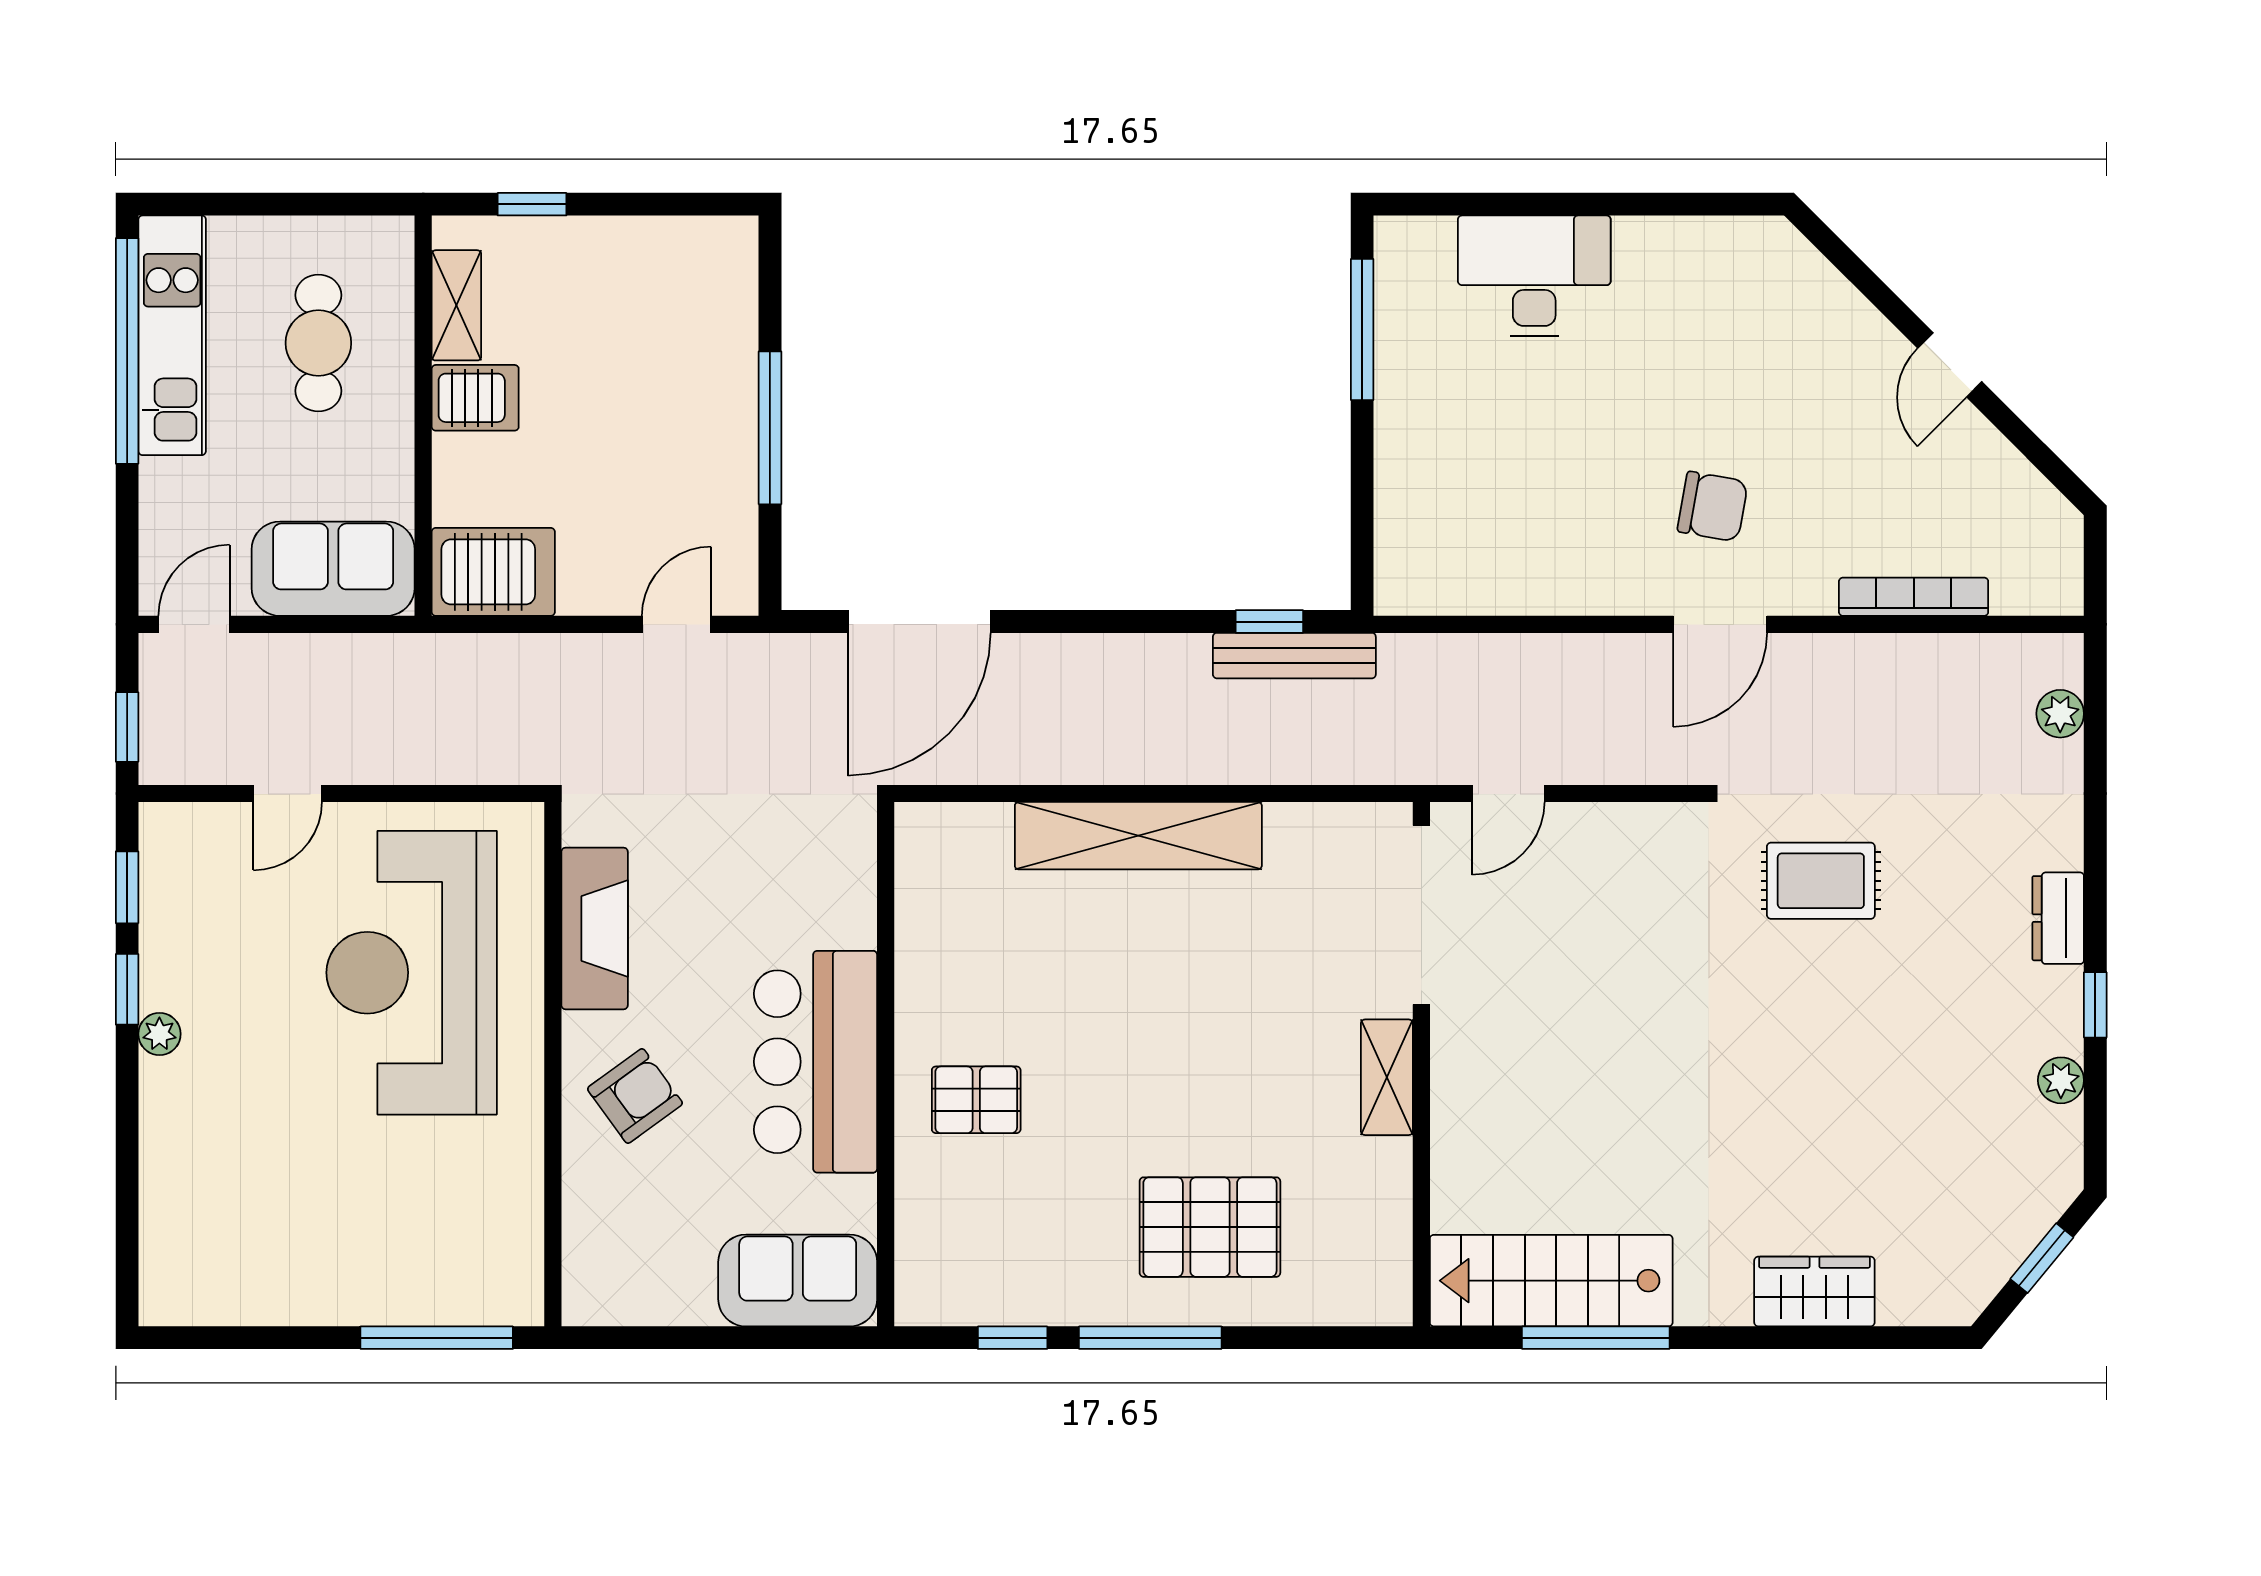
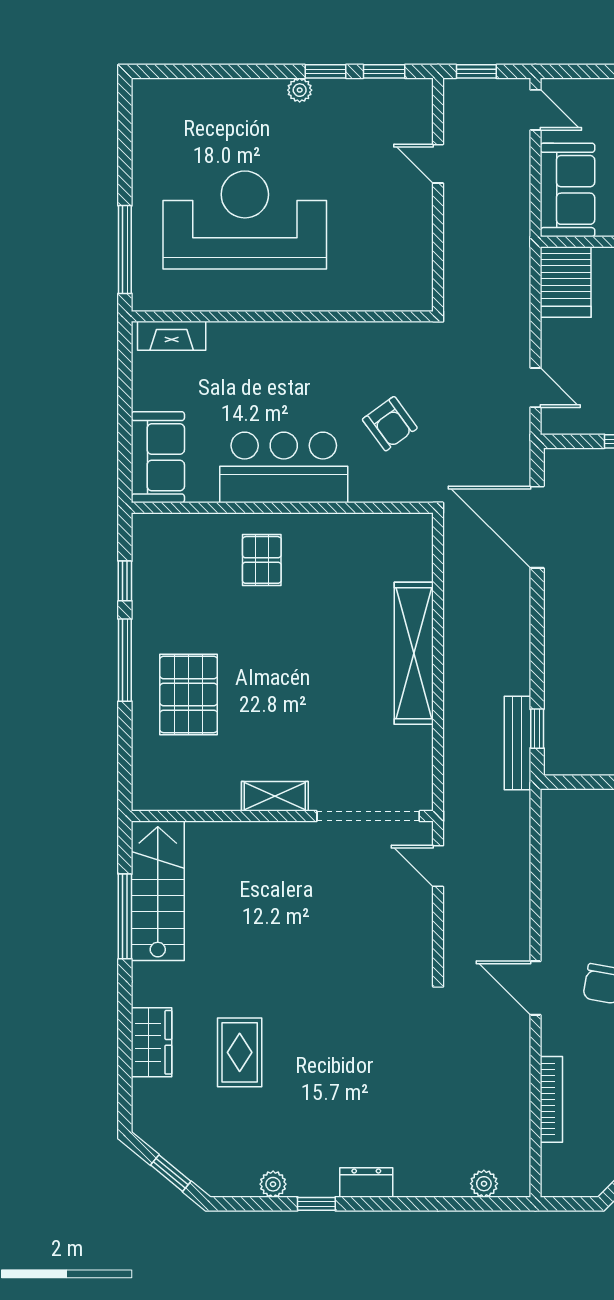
rug: (1821, 881) -> (240, 1052), moved
fireplace: (595, 928) -> (172, 336), moved, width x0.73, depth x0.76
reception desk: (412, 973) -> (245, 220), moved
armchair: (635, 1096) -> (390, 424), moved

